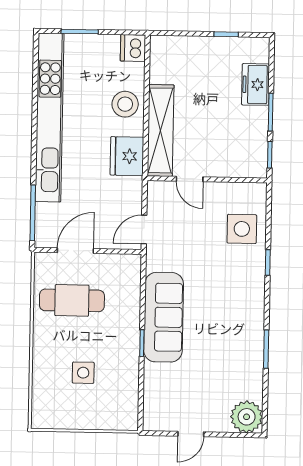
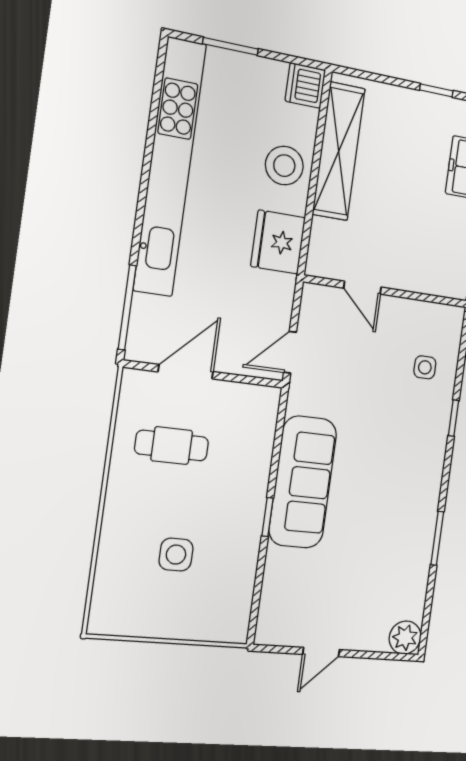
shelving: (161, 130) -> (339, 151), moved
side table: (242, 229) -> (425, 367), width x0.54, depth x0.54
cafe table: (72, 300) -> (172, 446), width x0.73, depth x0.74
plant: (247, 417) -> (405, 638), width x0.73, depth x0.73

